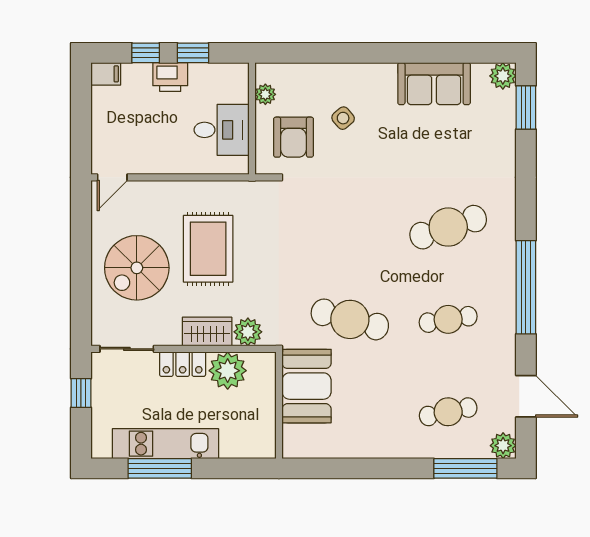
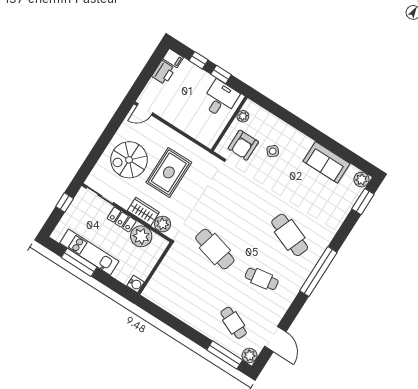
printer: (170, 77) -> (164, 73), moved, turned -90
desk: (222, 130) -> (220, 99), moved, turned -90
cafe table: (448, 227) -> (290, 235), turned 39
window: (526, 287) -> (318, 272), moved
booth: (307, 386) -> (174, 268), removed
cafe table: (448, 412) -> (234, 323), turned 36
water cooler: (265, 447) -> (136, 284), added

